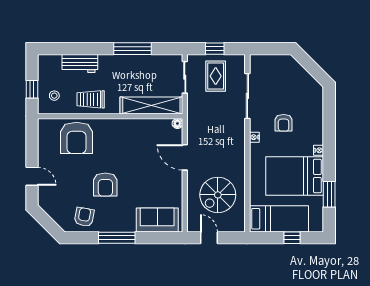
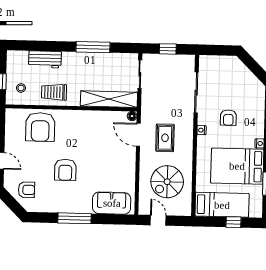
rug: (216, 76) -> (165, 138), moved
door: (185, 157) -> (138, 135), moved
armchair: (84, 217) -> (26, 190), moved, turned 80

